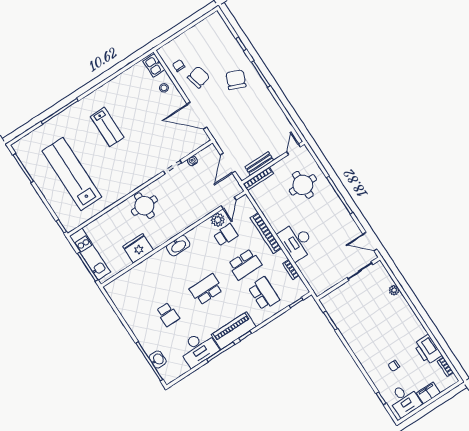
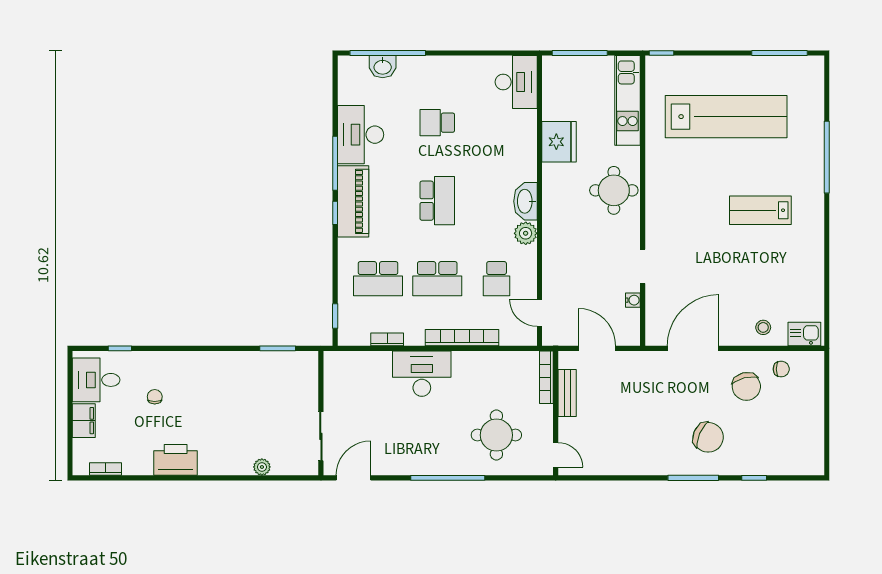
plant: (218, 220) -> (526, 233), moved
kitchen unit: (90, 254) -> (628, 100), moved, turned 90
school desk: (245, 264) -> (437, 279), turned -90
desk: (122, 289) -> (516, 82), added
printer: (428, 350) -> (176, 460), moved

